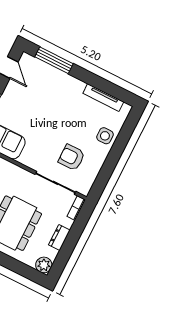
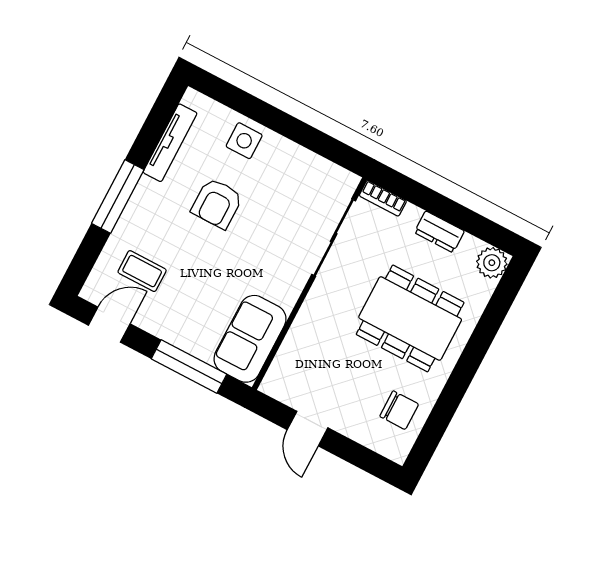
window: (54, 60) -> (118, 196), moved
coffee table: (37, 84) -> (142, 271), added
armchair: (72, 157) -> (217, 203), moved

